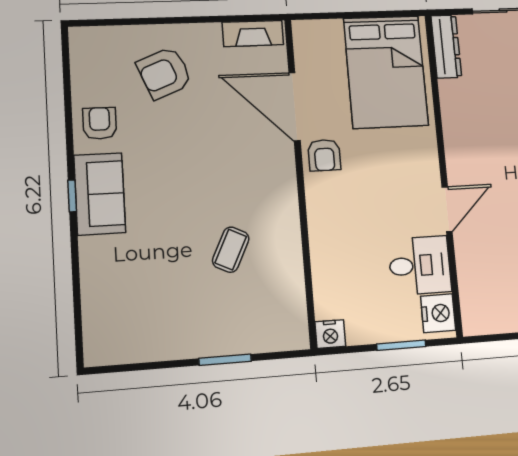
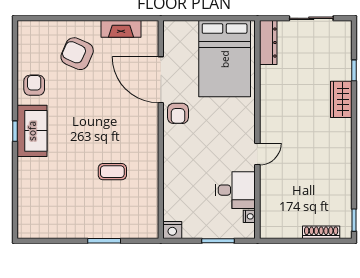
fireplace: (253, 33) -> (121, 29), moved
armchair: (164, 73) -> (77, 54), turned 46
door: (447, 209) -> (257, 154), width x0.73
coffee table: (231, 250) -> (112, 172), turned 64
nightstand: (438, 313) -> (249, 216), width x0.53, depth x0.56

